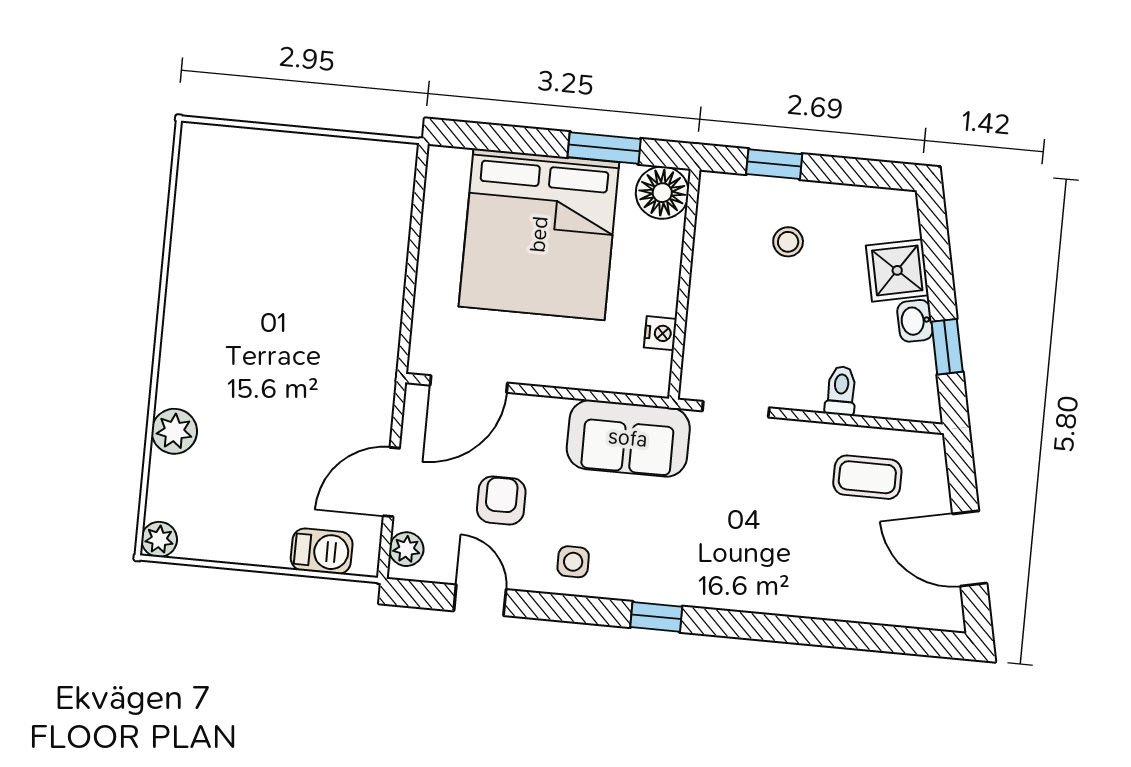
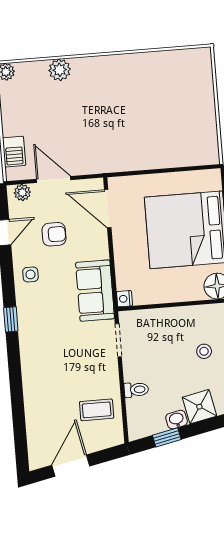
nightstand: (660, 333) -> (124, 299), moved, turned 90
coffee table: (867, 477) -> (97, 410), turned 90

